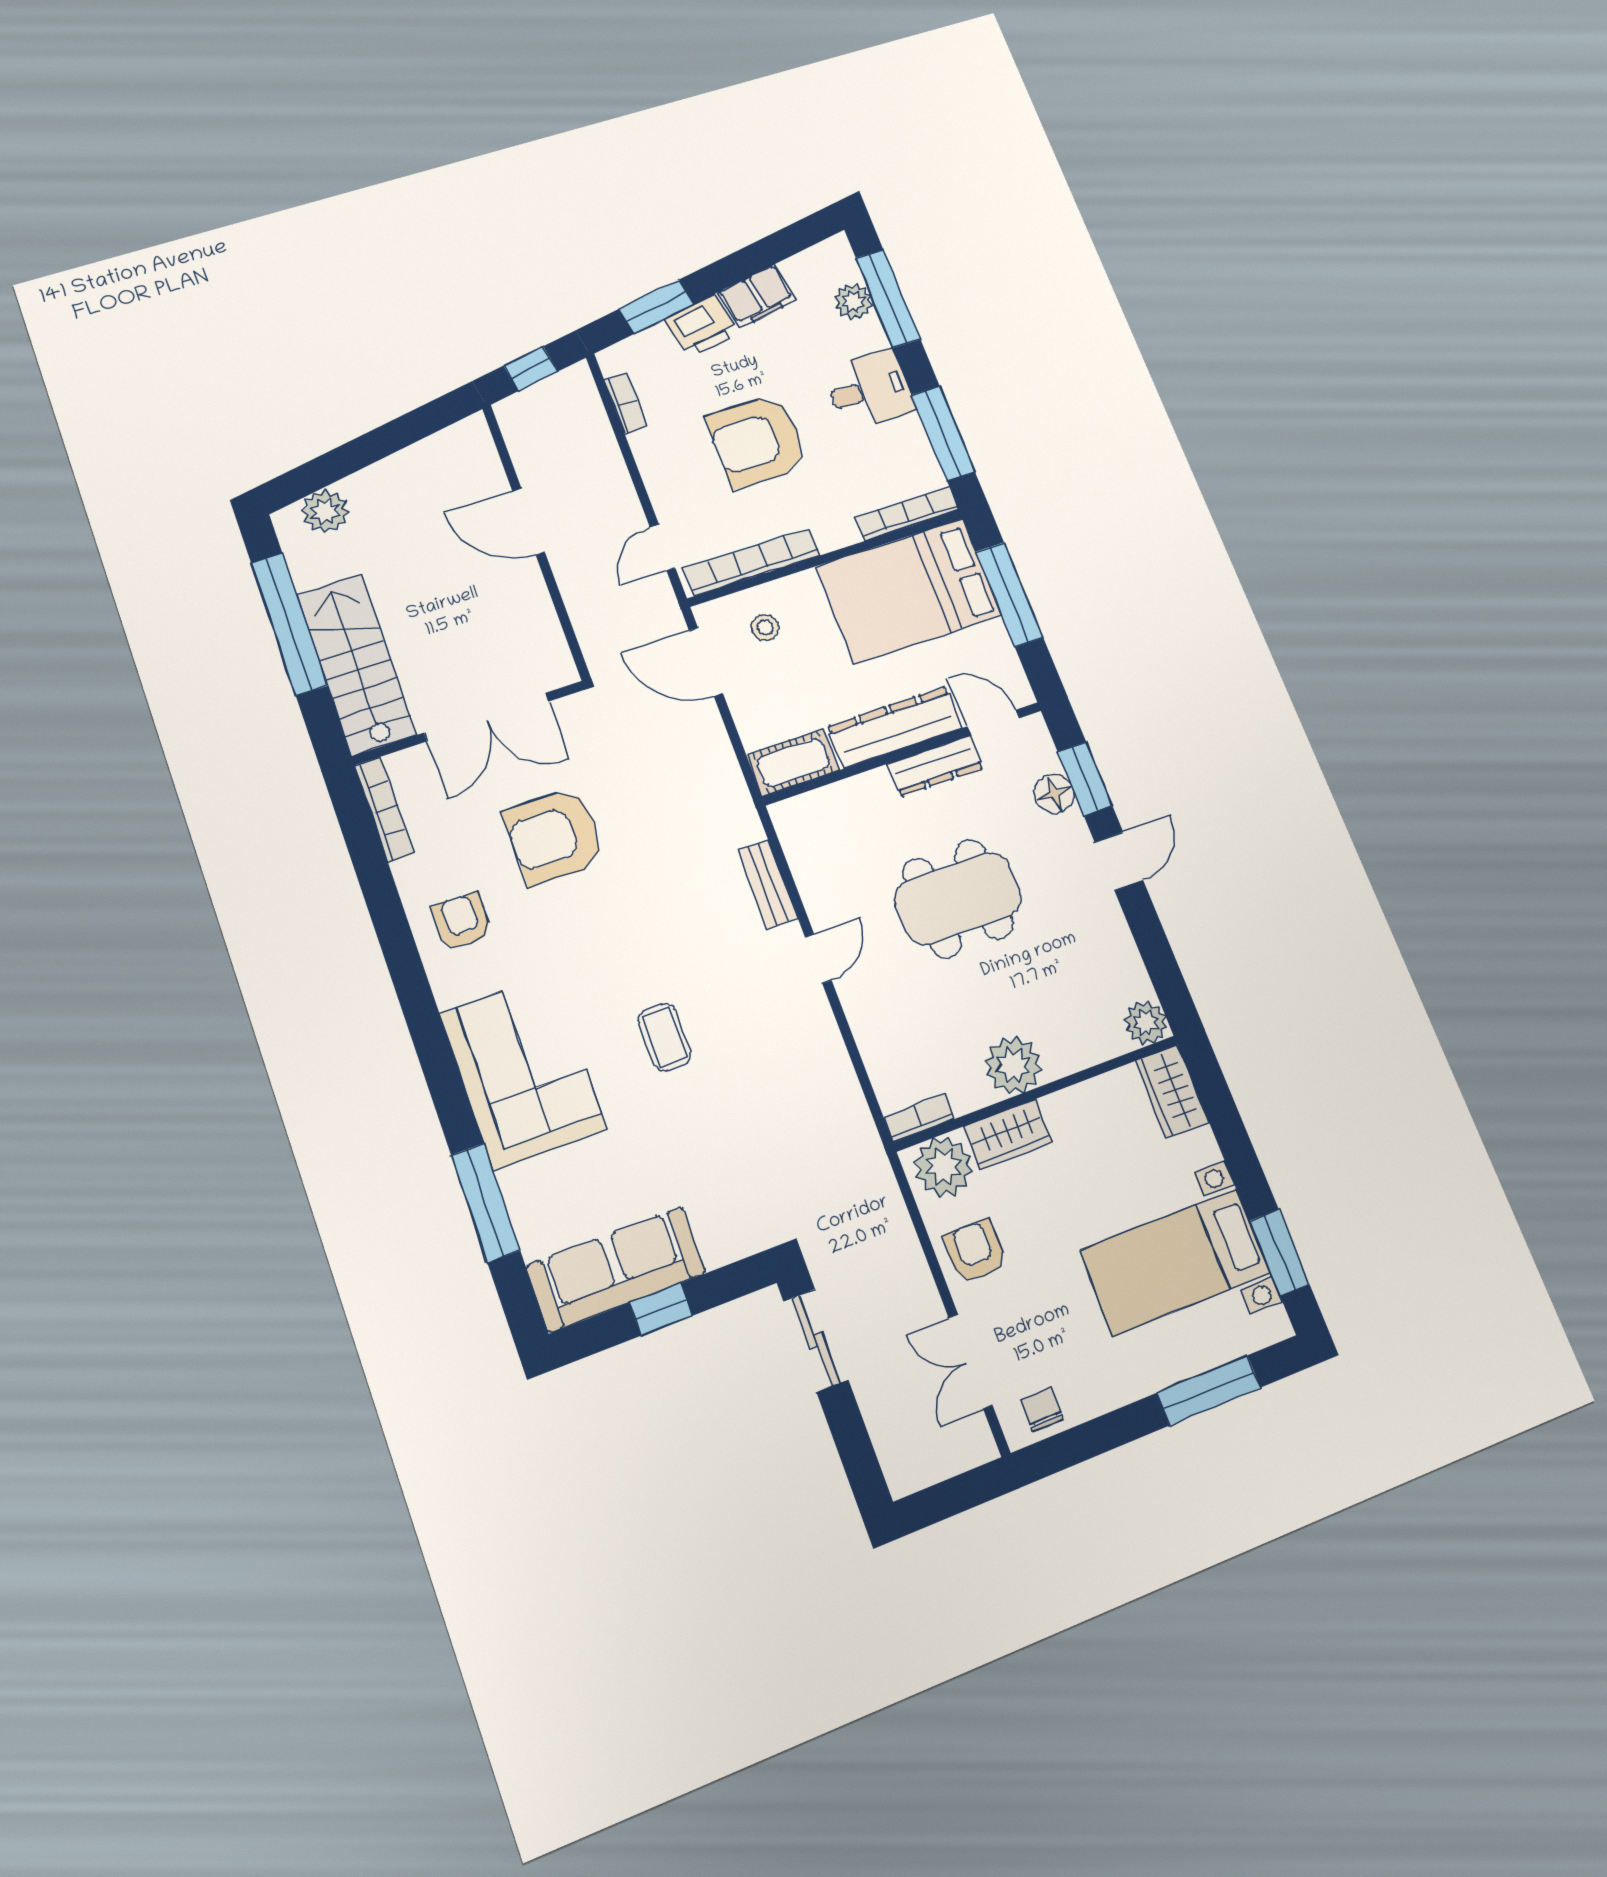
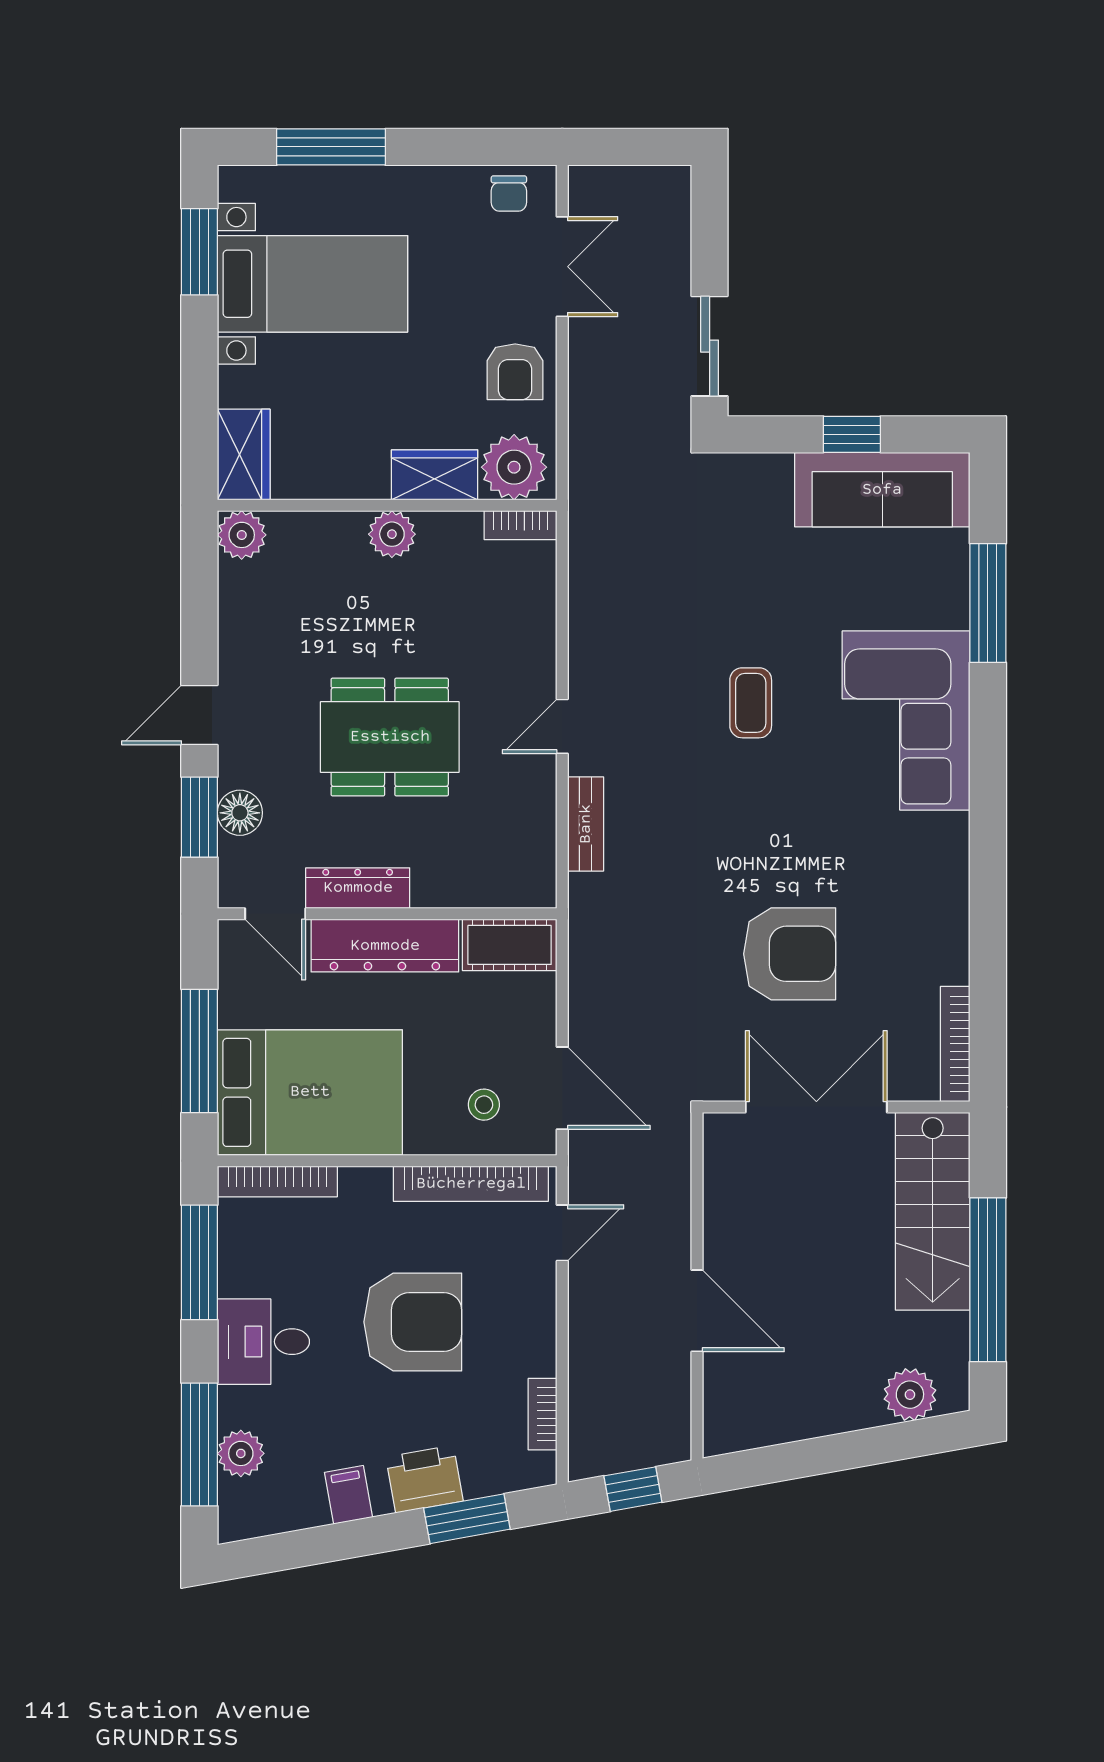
filing cabinet: (757, 296) -> (348, 1495), width x0.50
armchair: (462, 922) -> (916, 897), removed
plant: (1013, 1065) -> (392, 534), width x0.73, depth x0.73

